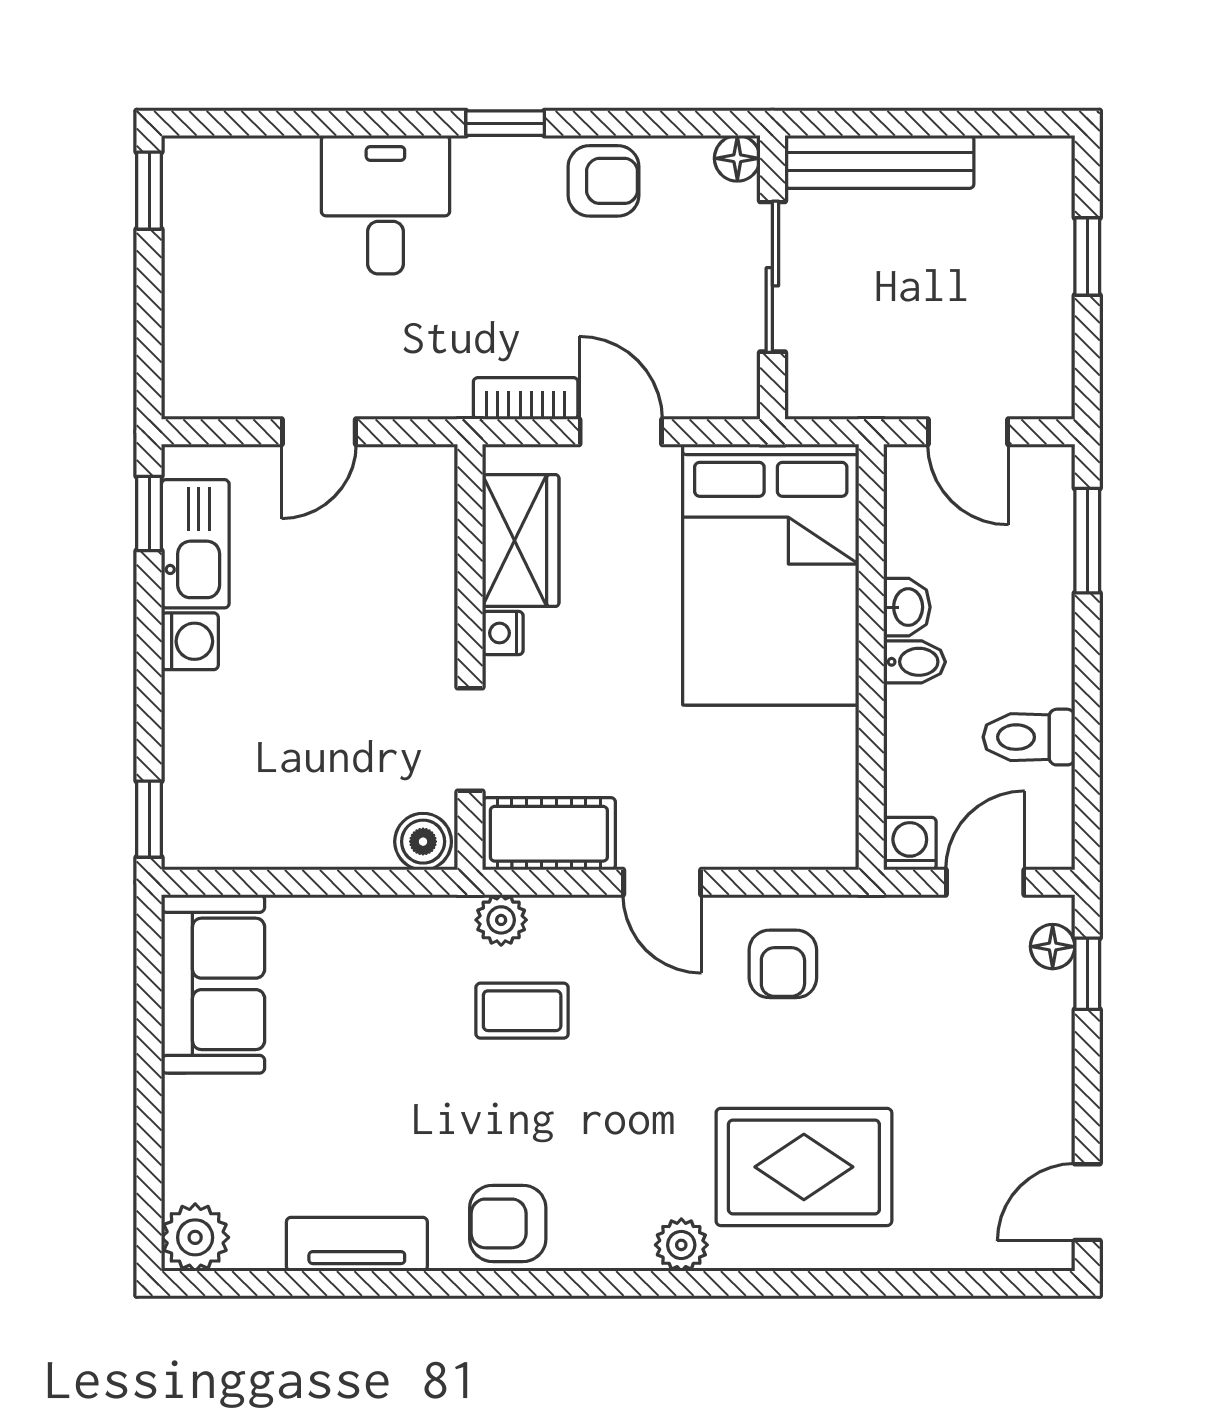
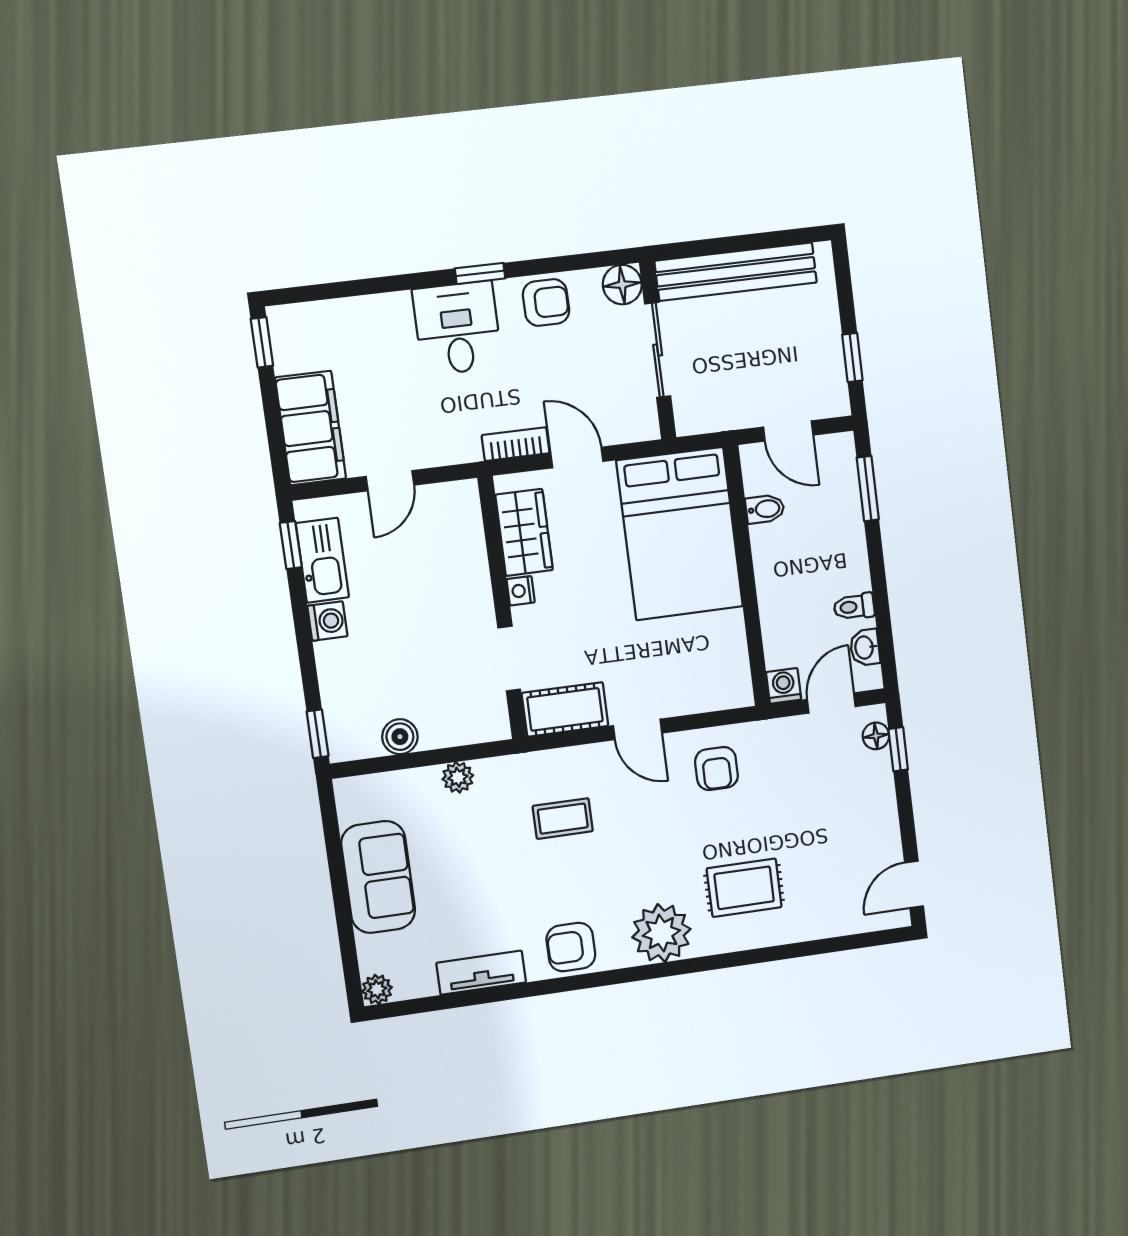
floor lamp: (737, 158) -> (622, 285), width x1.37, depth x1.37
bench: (879, 162) -> (736, 272), width x1.37, depth x1.21
desk: (385, 205) -> (457, 328), moved
window: (1087, 257) -> (852, 357), moved
filing cabinet: (206, 333) -> (311, 428), added
washbasin: (907, 607) -> (865, 647), moved, turned 180
bidet: (914, 662) -> (765, 509), moved
toilet: (1029, 737) -> (854, 607), width x0.73, depth x0.72
boiler: (423, 842) -> (400, 737), moved
plant: (501, 920) -> (458, 777), moved
sofa: (213, 984) -> (378, 877), moved
rug: (804, 1167) -> (744, 888), width x0.73, depth x0.70
plant: (195, 1237) -> (377, 989), width x0.73, depth x0.73
plant: (681, 1245) -> (661, 933), width x1.87, depth x1.87

